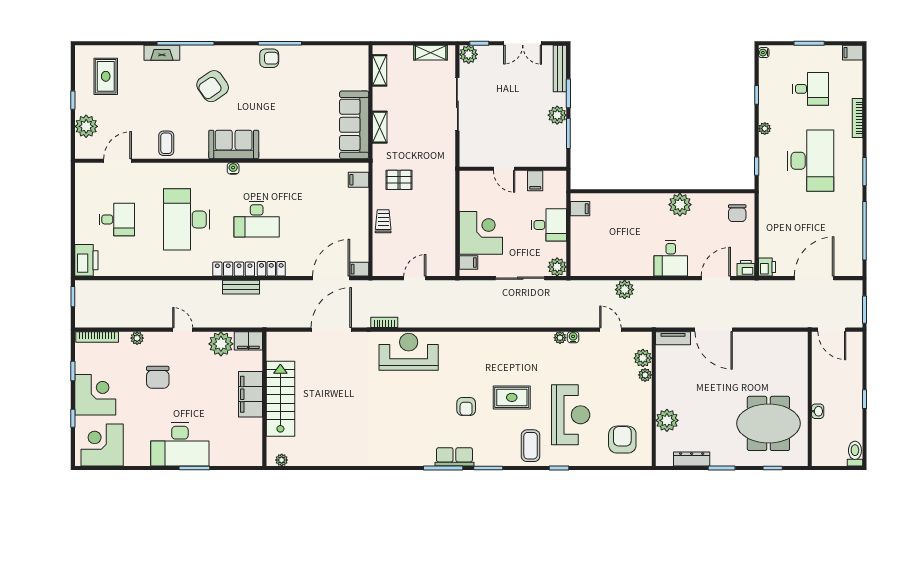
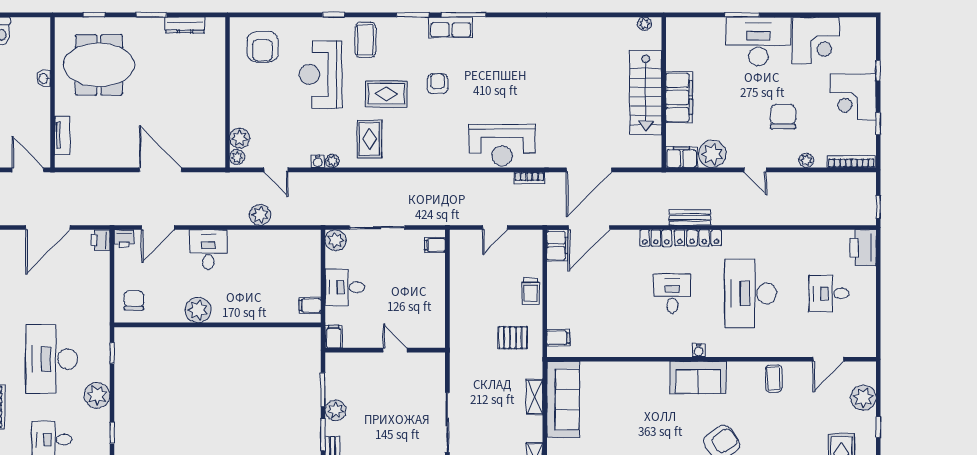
plant: (765, 129) -> (97, 395), width x1.88, depth x1.88
filing cabinet: (535, 181) -> (334, 337), moved
desk: (187, 219) -> (751, 293), turned 180
desk: (257, 219) -> (672, 293), width x0.73
corner desk: (481, 233) -> (421, 278), removed
filing cabinet: (359, 269) -> (557, 245), width x2.00
tv unit: (673, 338) -> (62, 135), moved, turned 90
rug: (527, 357) -> (369, 139), added
plant: (645, 375) -> (237, 157), moved
plant: (667, 420) -> (213, 68), removed
corner desk: (102, 445) -> (816, 41), moved

